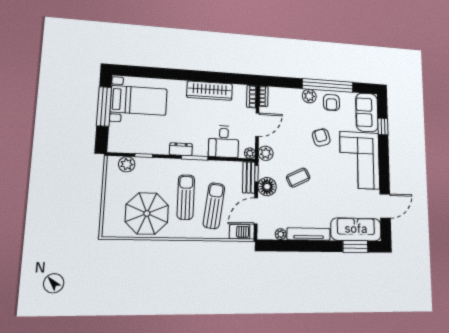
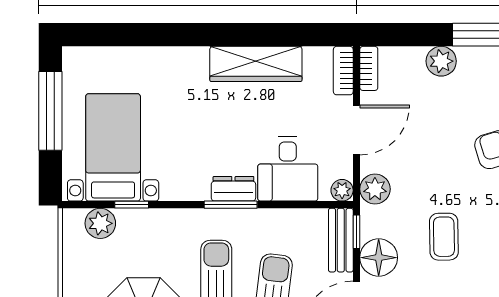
plant: (309, 96) -> (441, 61), moved
bed with nightstands: (139, 100) -> (113, 147), moved, turned -90
dresser: (181, 149) -> (233, 189), moved
coffee table: (298, 178) -> (444, 237), turned -65

